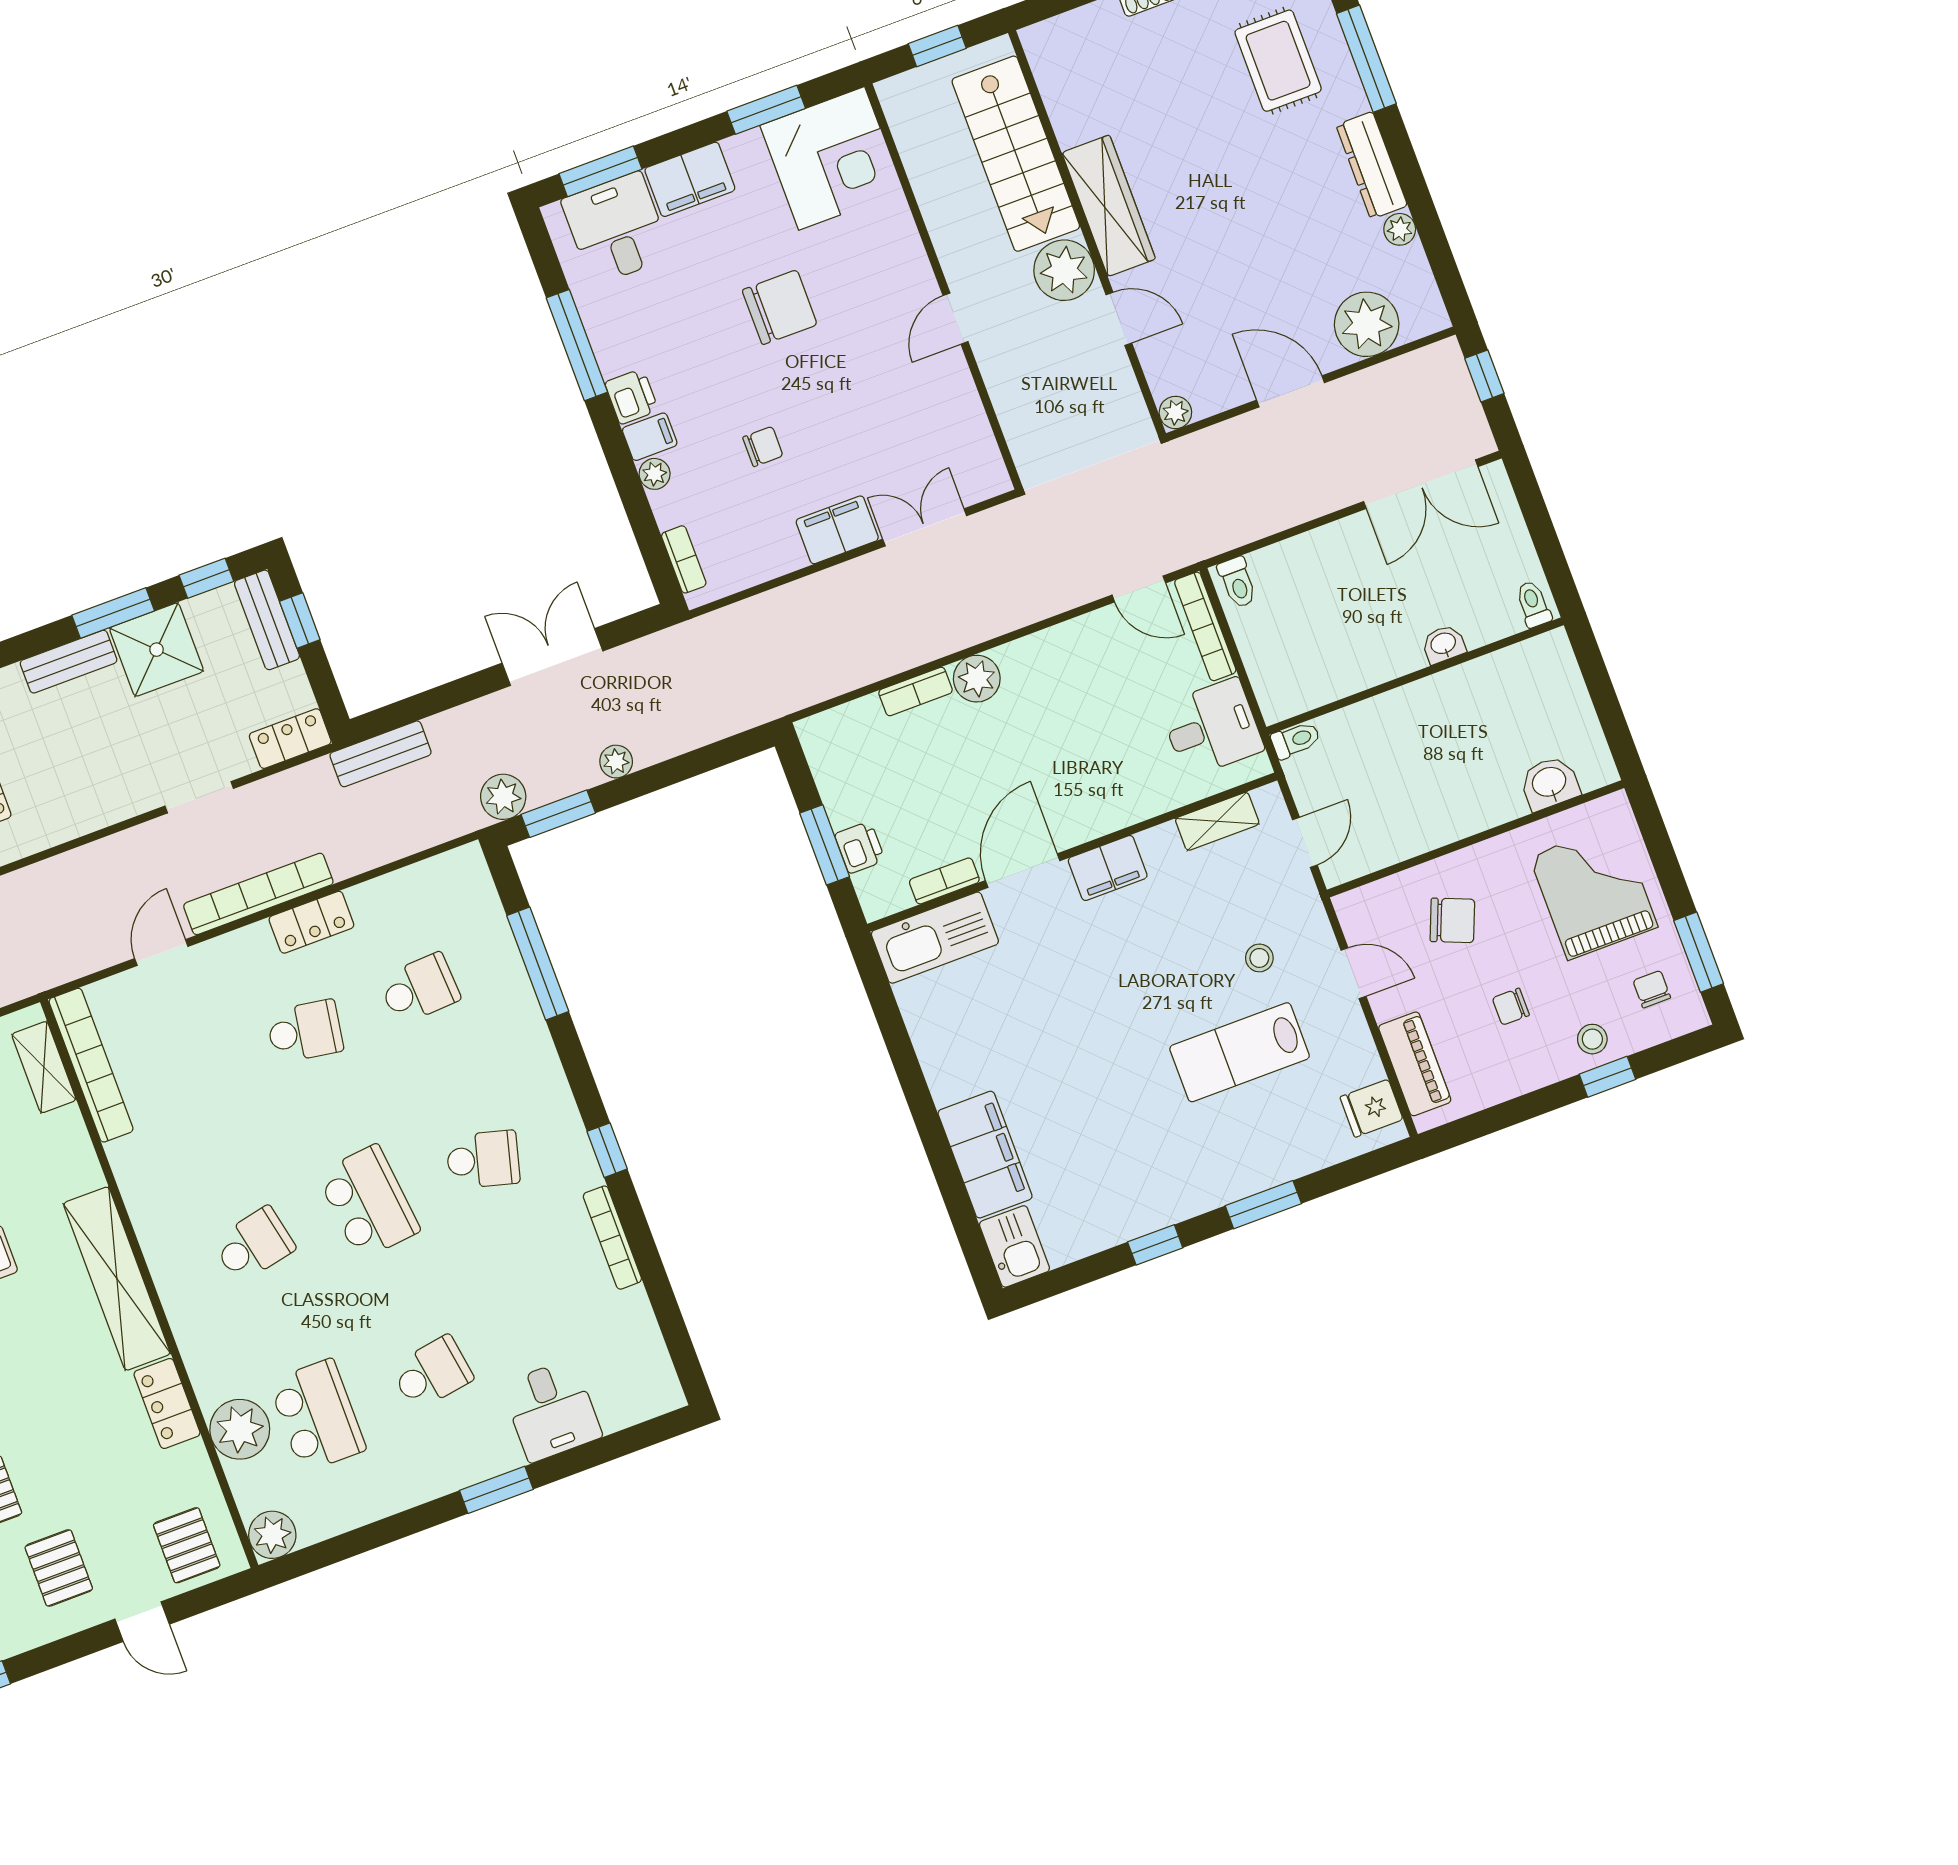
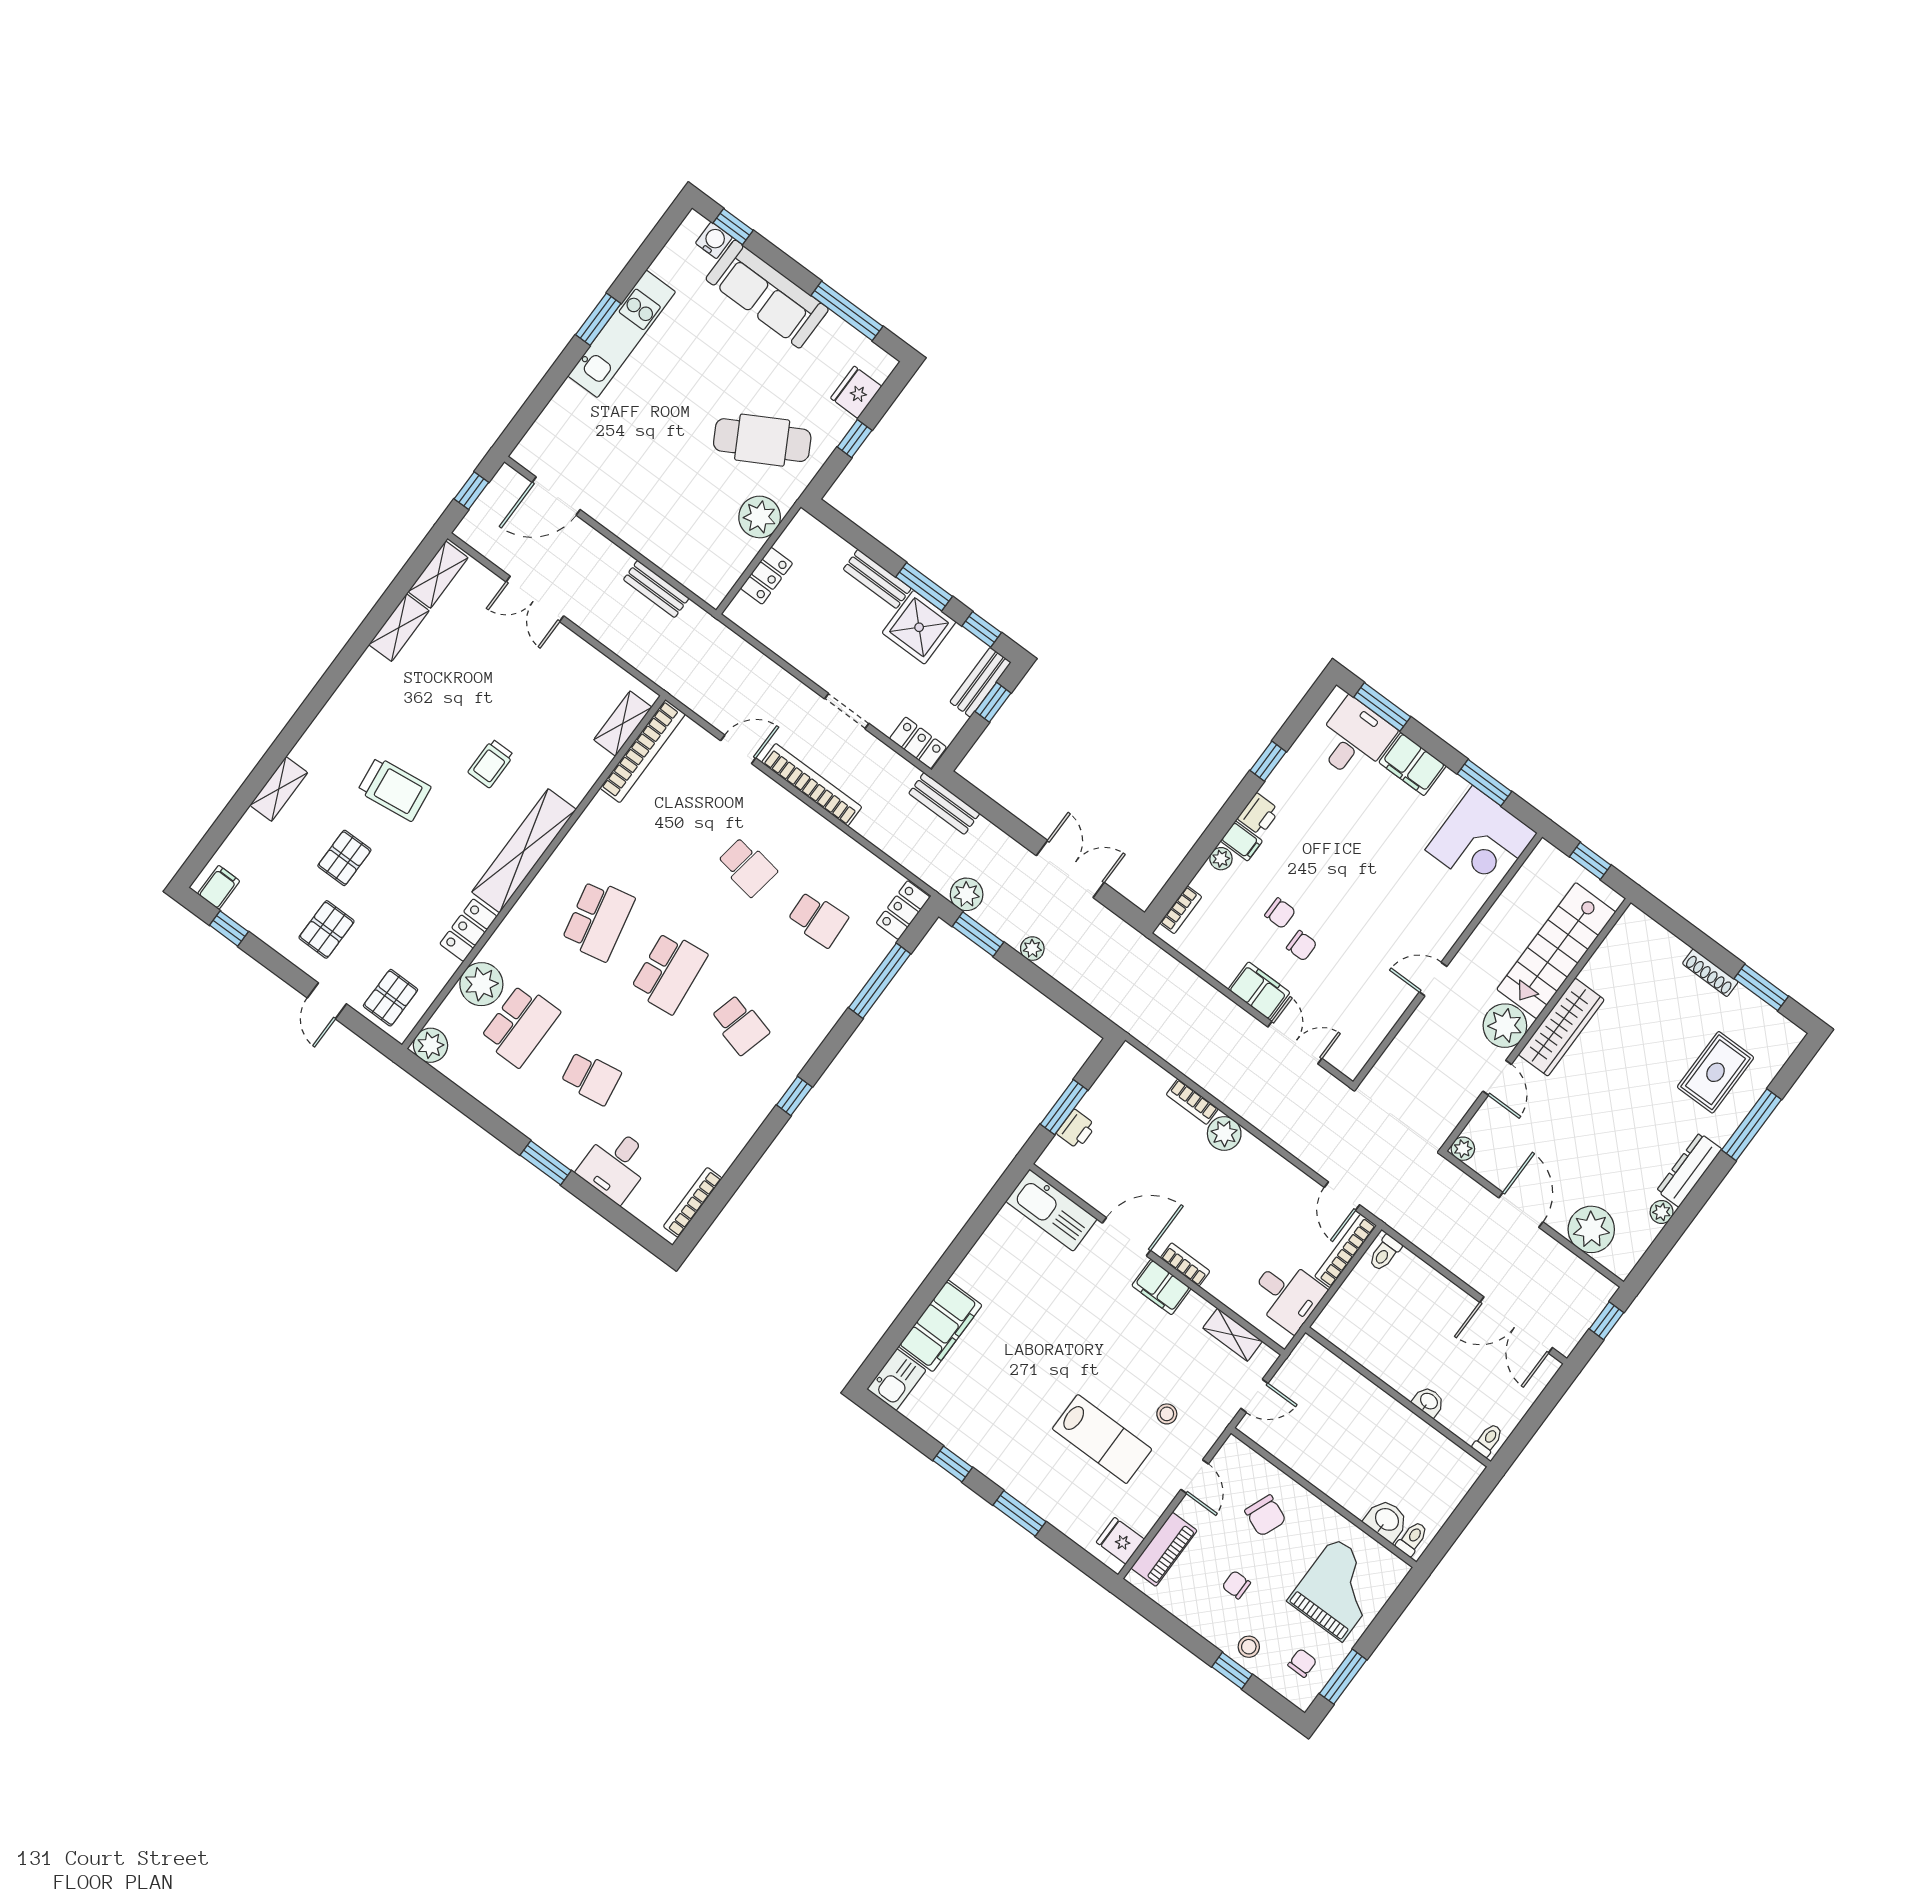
chair: (780, 307) -> (1302, 946), moved, width x0.54, depth x0.54
window: (577, 345) -> (1268, 761), width x0.46
toilet: (1296, 740) -> (1412, 1539), moved, turned -90
bookcase: (944, 881) -> (1185, 1264), moved
locker: (311, 922) -> (903, 910), moved, turned 90
lab bench: (1240, 1052) -> (1102, 1439), turned 180
bookcase: (612, 1238) -> (693, 1202), moved
school desk: (254, 1245) -> (598, 920), width x1.85

